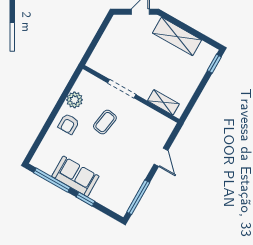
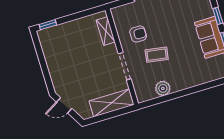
shelving: (177, 36) -> (112, 103), moved, turned 90
armchair: (69, 124) -> (138, 34), moved

